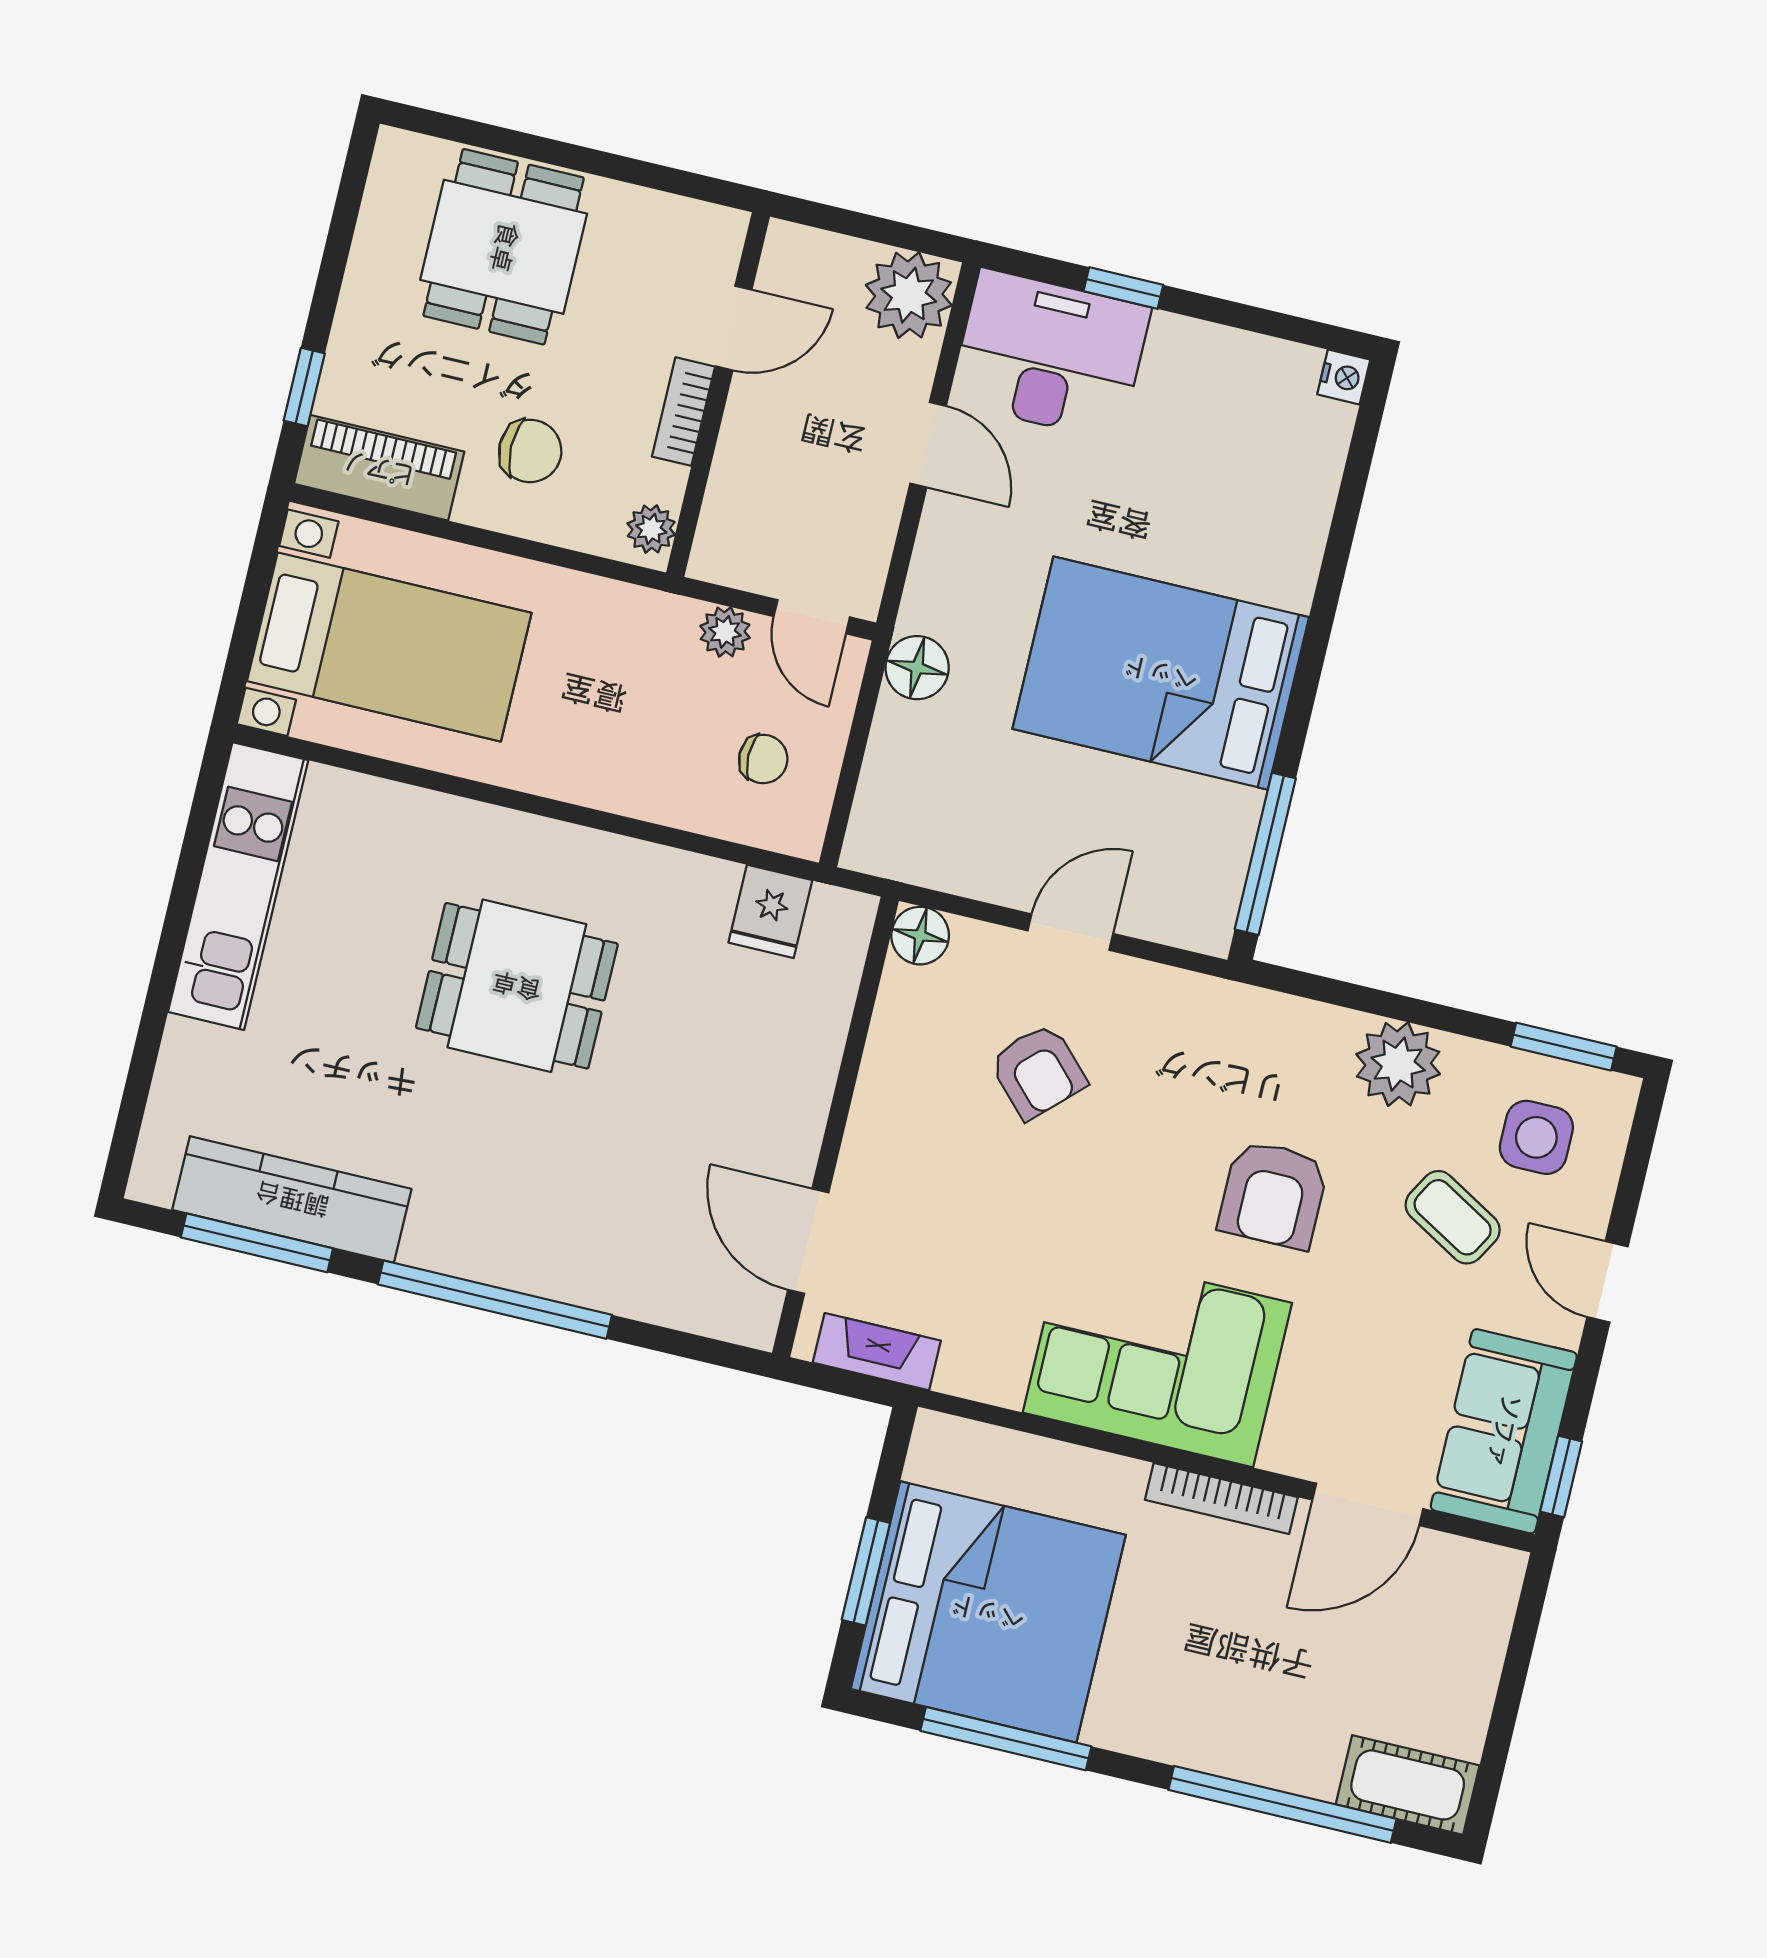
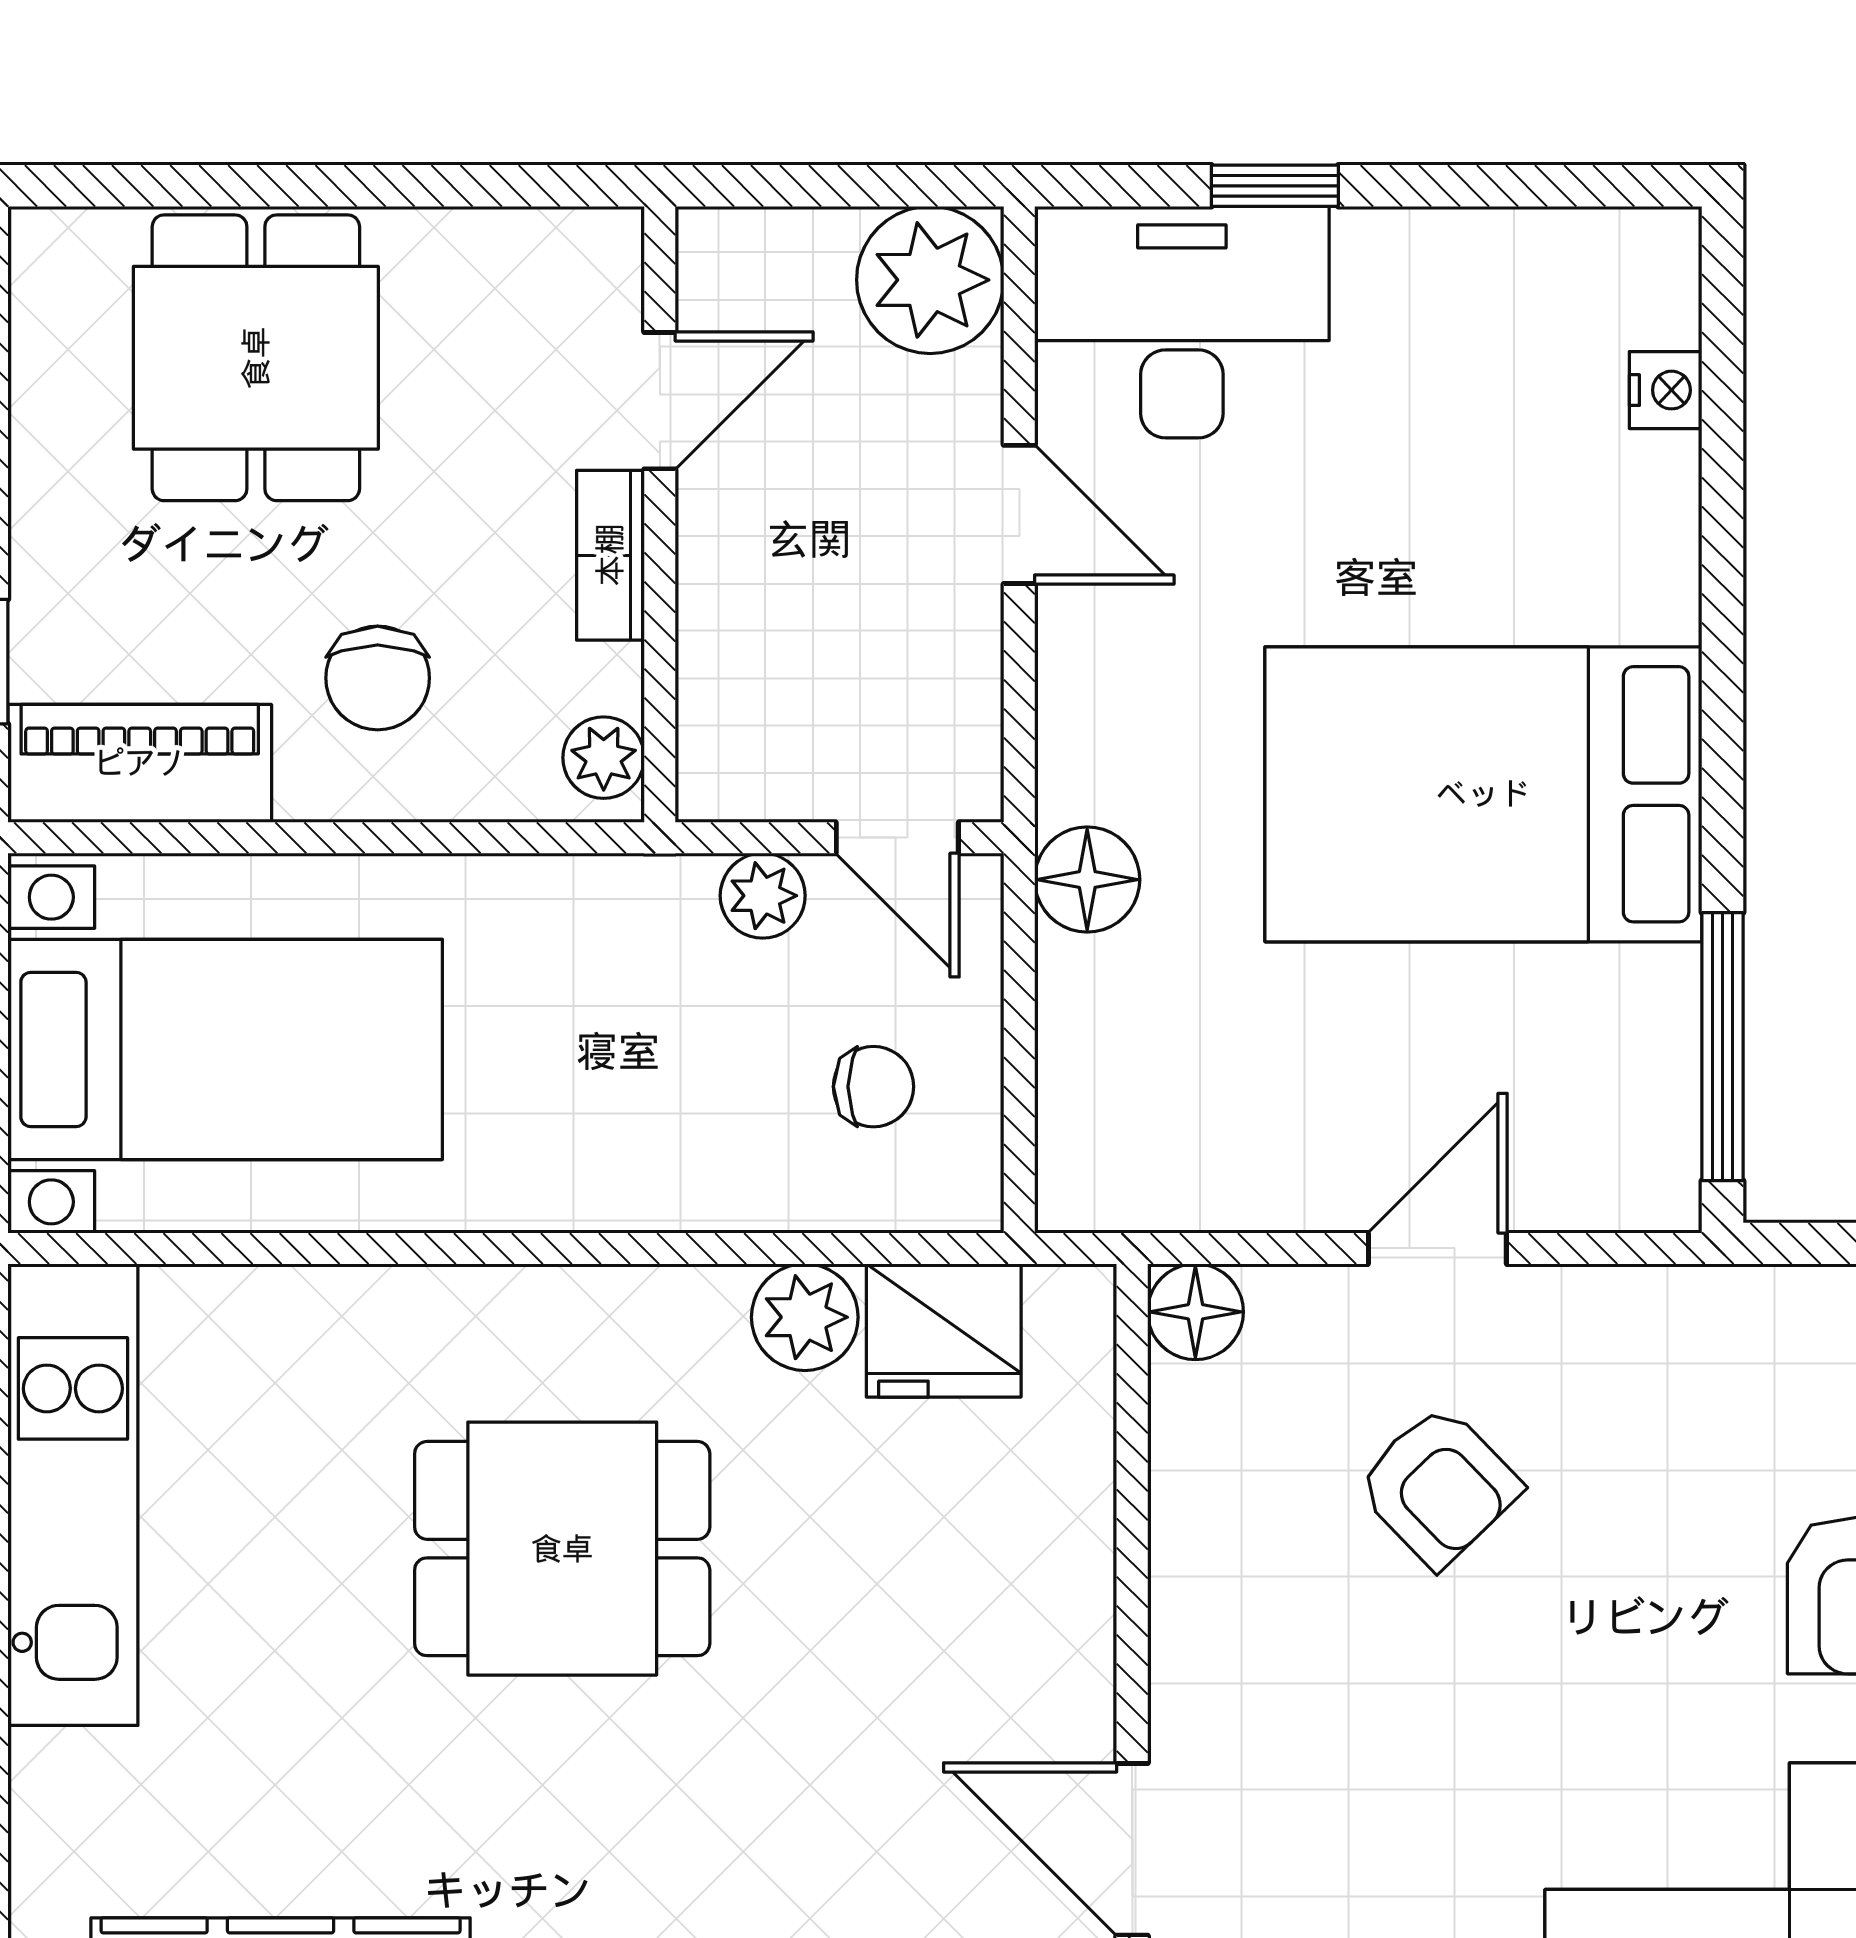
nightstand: (1344, 377) -> (1666, 390), moved
chair: (530, 451) -> (378, 678), turned 90
plant: (691, 884) -> (805, 1317), added
fridge: (770, 911) -> (944, 1330), width x1.38

